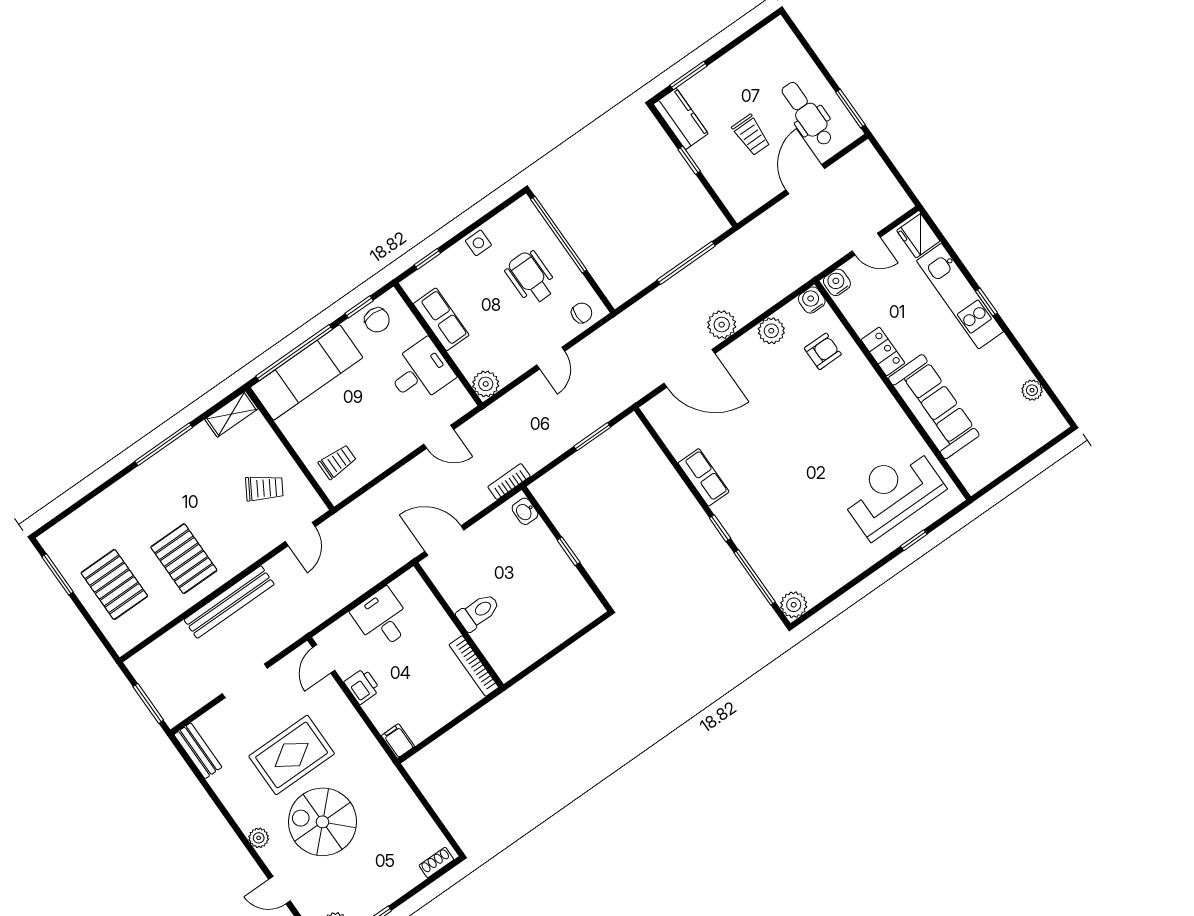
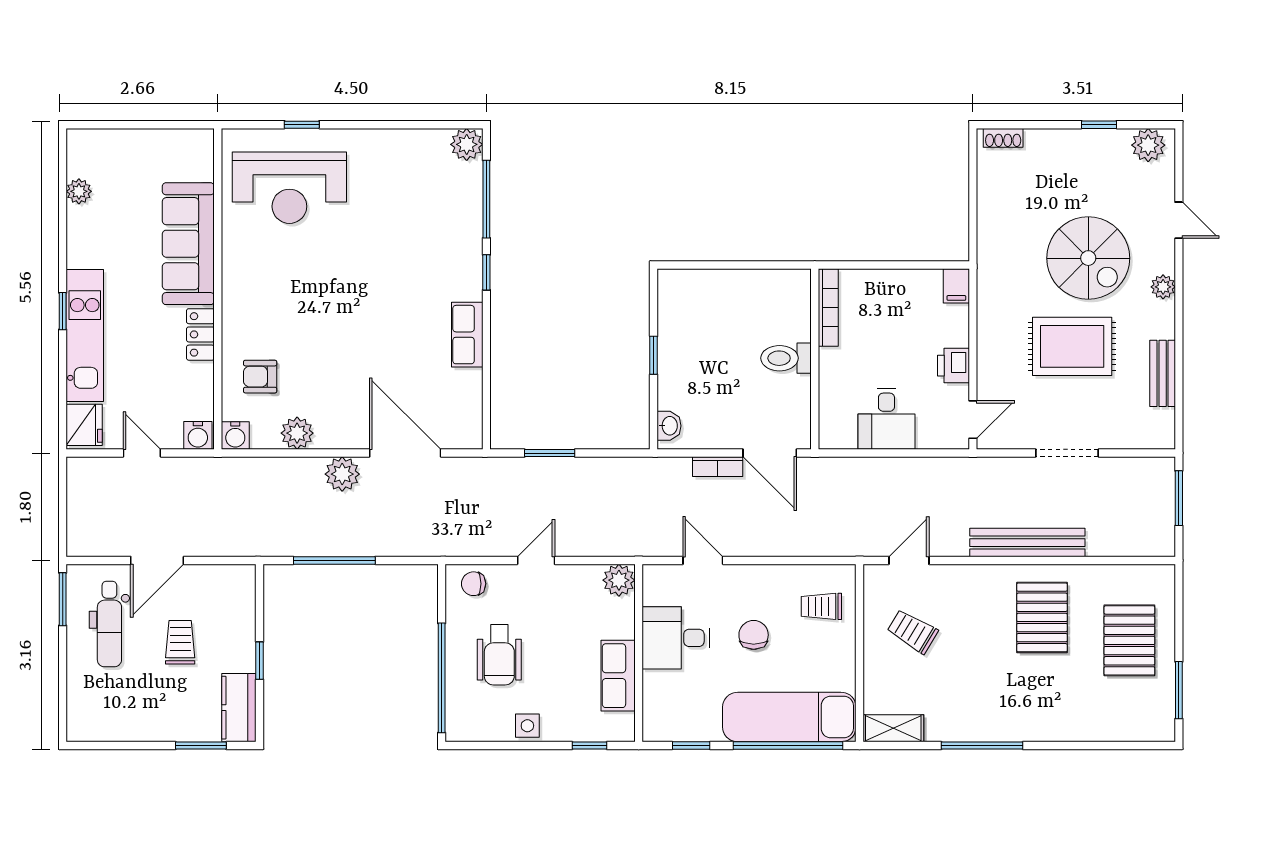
chair: (377, 320) -> (754, 635), moved
bookcase: (509, 482) -> (718, 467), moved
bench: (198, 751) -> (1163, 373), moved

